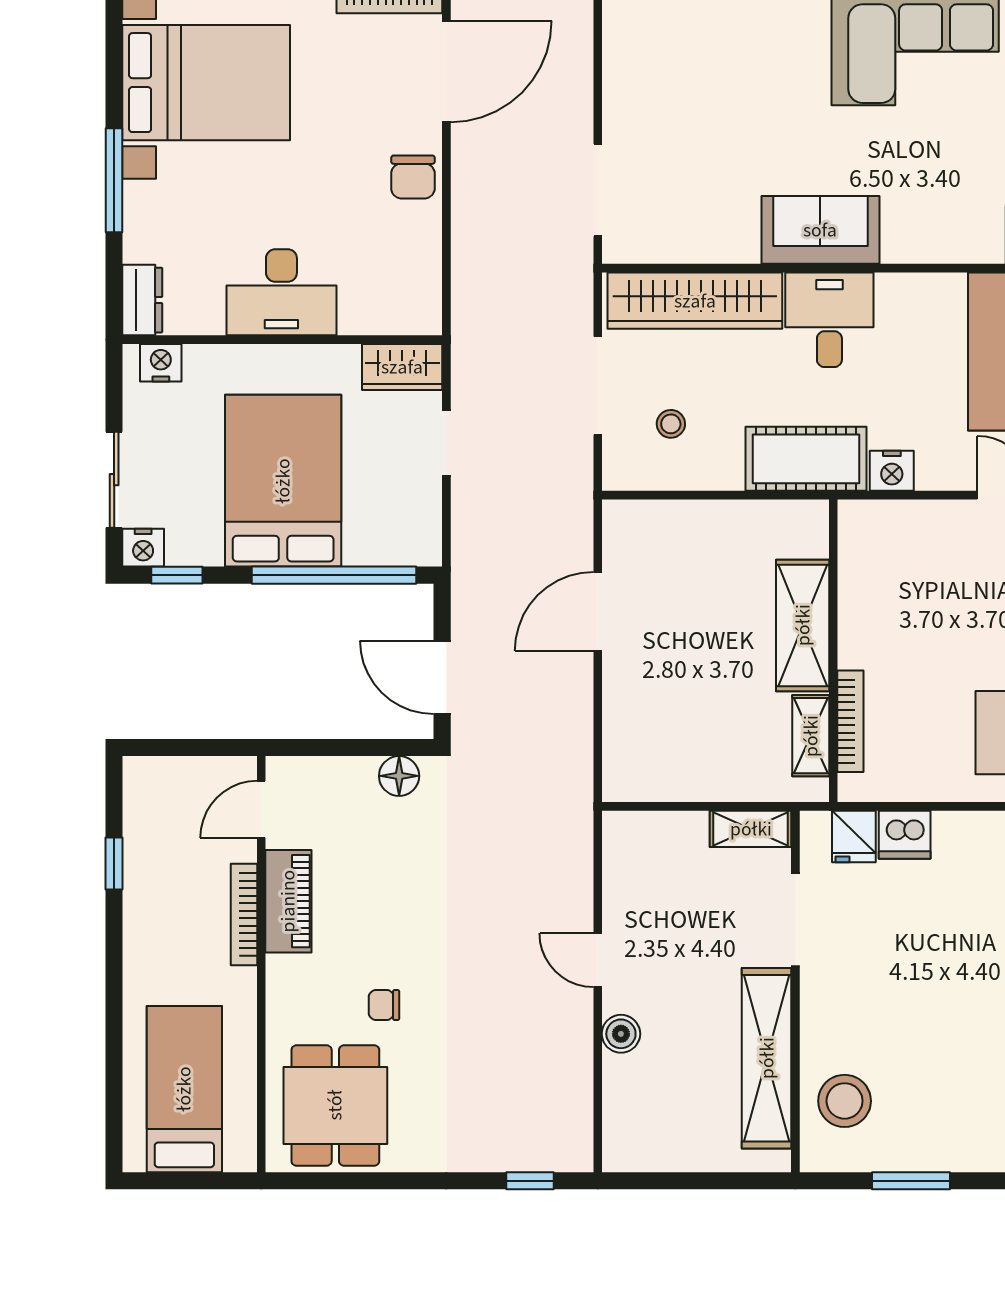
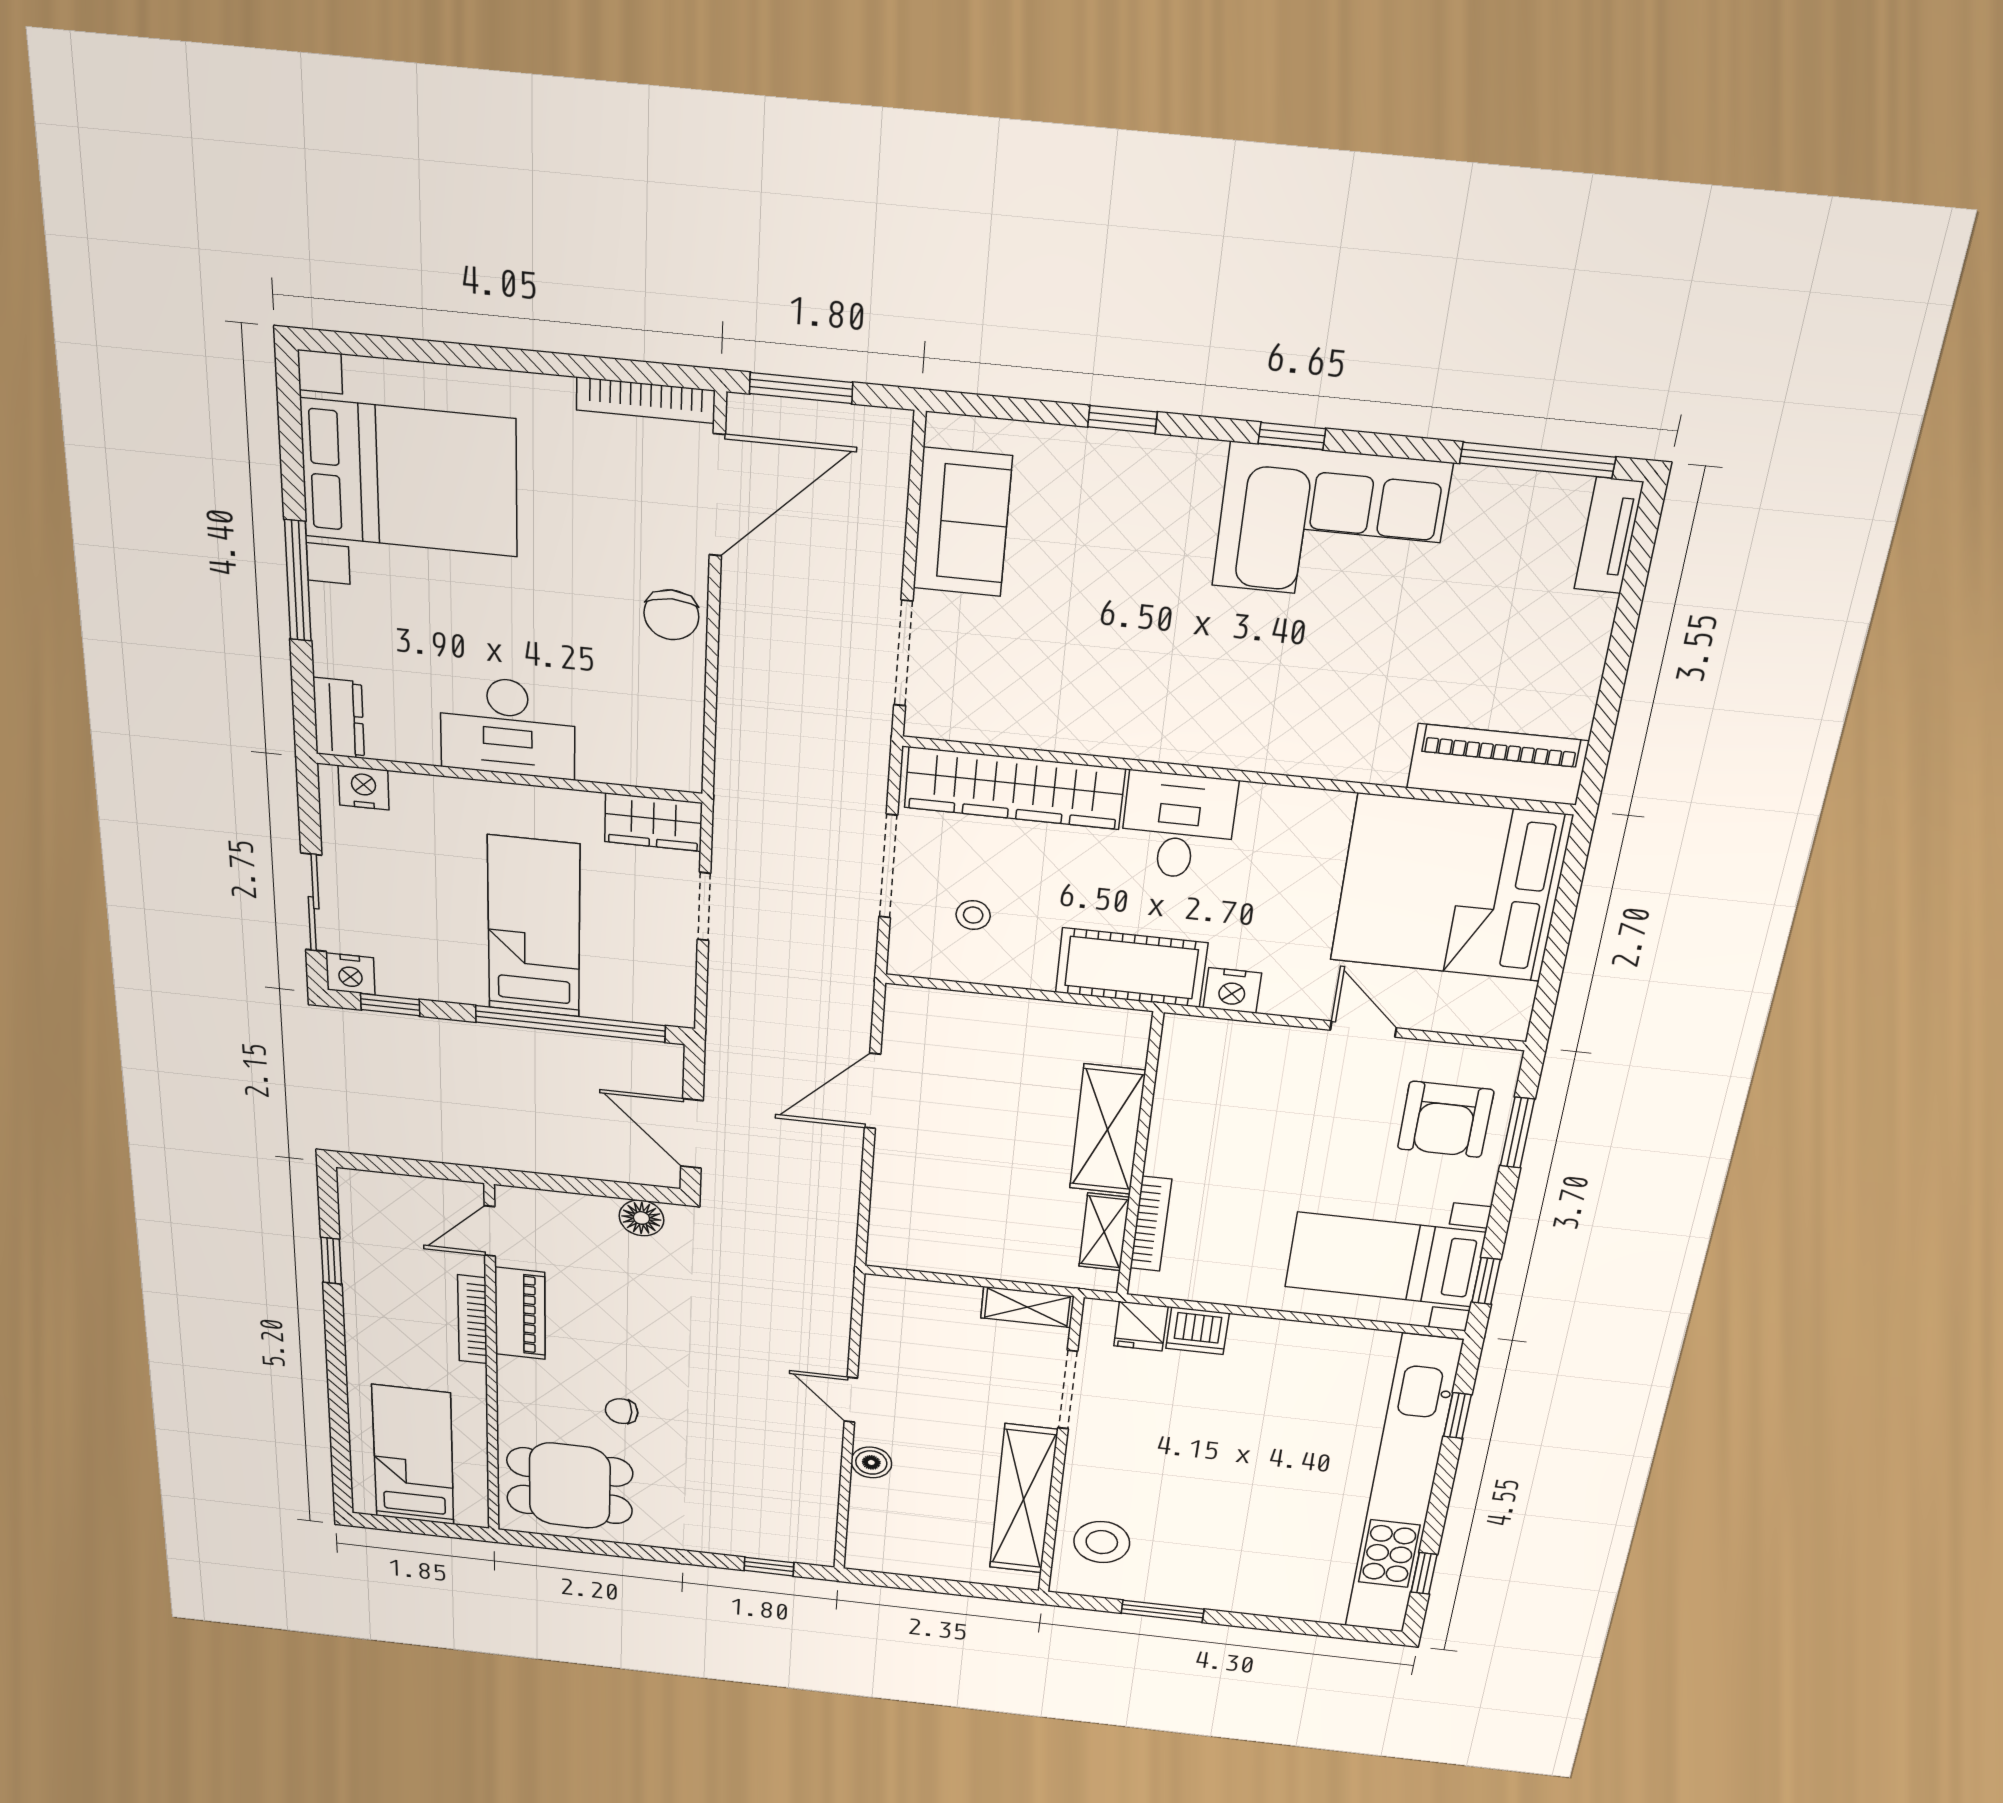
sofa: (820, 230) -> (962, 522), moved, turned 90
bed: (283, 481) -> (534, 927), width x0.67
dining table: (335, 1105) -> (570, 1486), turned 90

